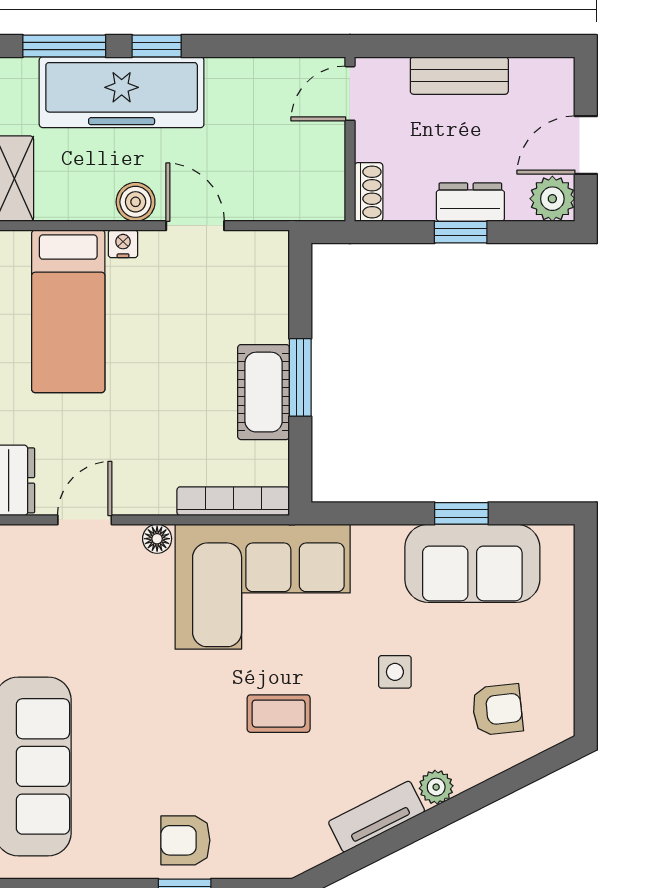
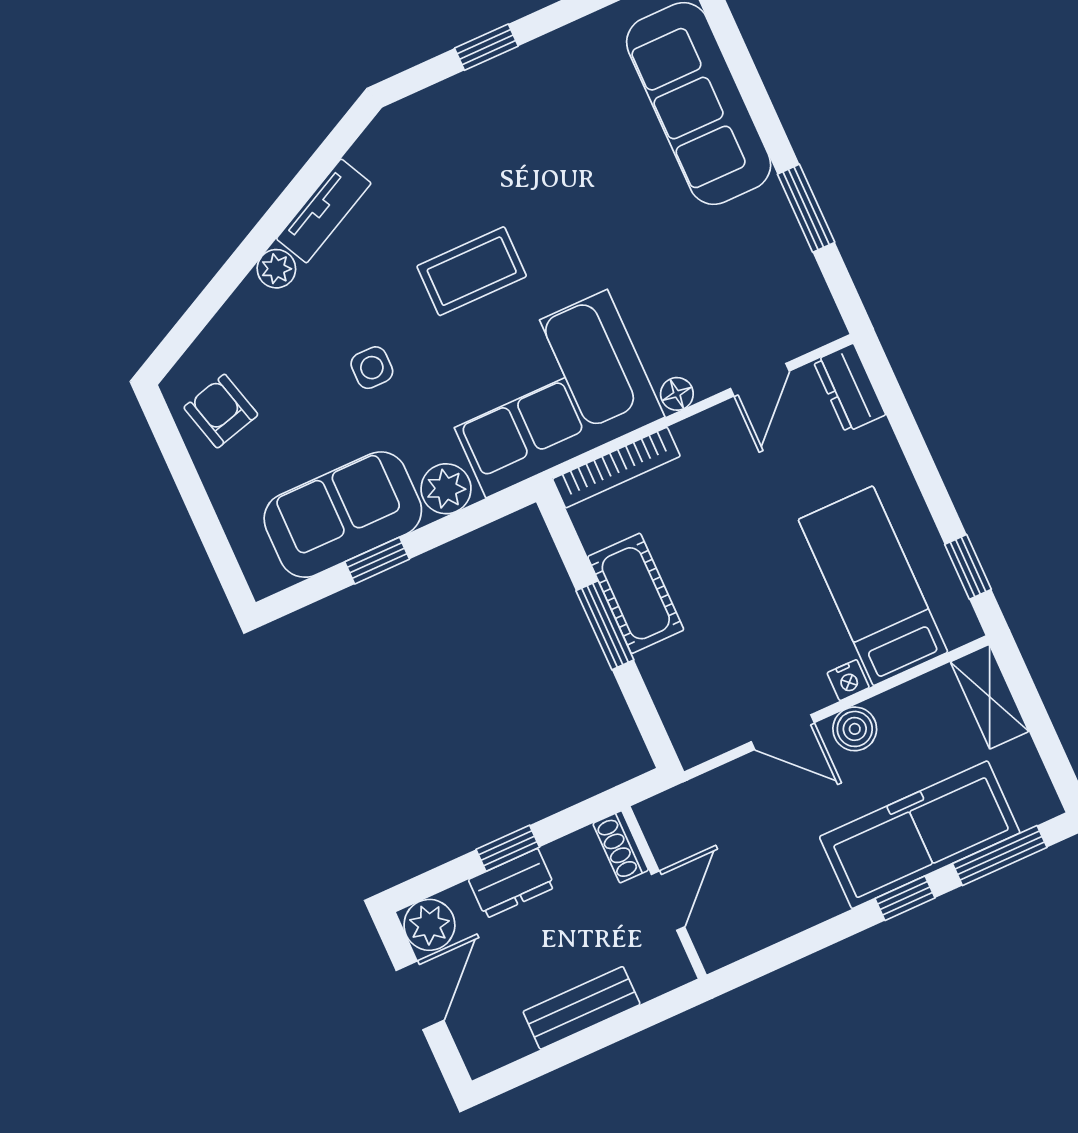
door: (350, 93) -> (668, 901), moved
plant: (379, 546) -> (446, 489), added
armchair: (497, 710) -> (221, 411), moved, turned 81
coffee table: (279, 714) -> (472, 271), width x1.36, depth x1.30
armchair: (185, 840) -> (508, 98), removed

